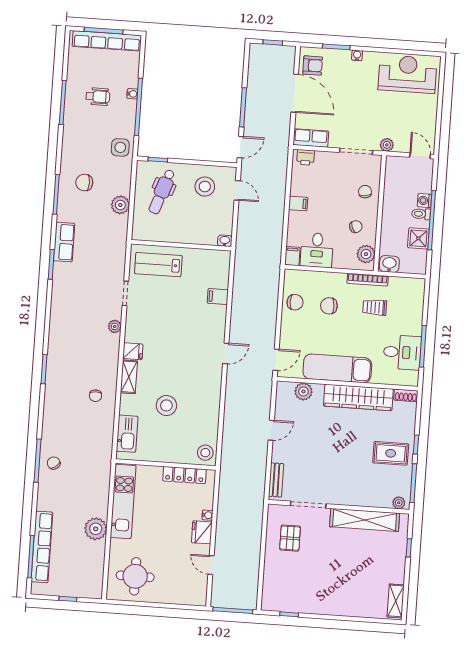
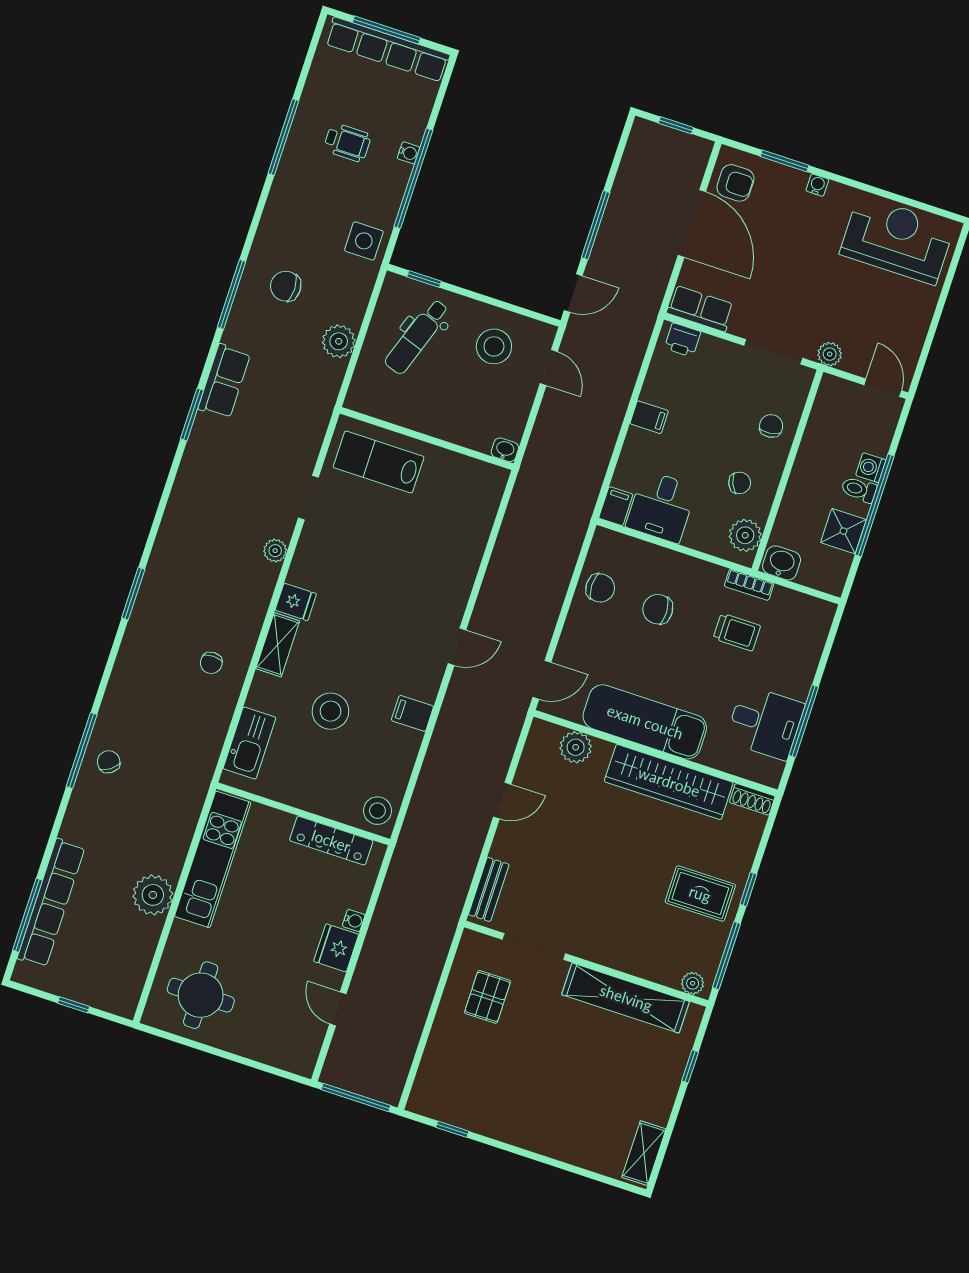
bookcase: (368, 280) -> (749, 585), width x0.64
filing cabinet: (218, 297) -> (412, 713), moved
trolley: (375, 307) -> (737, 632), turned 180

